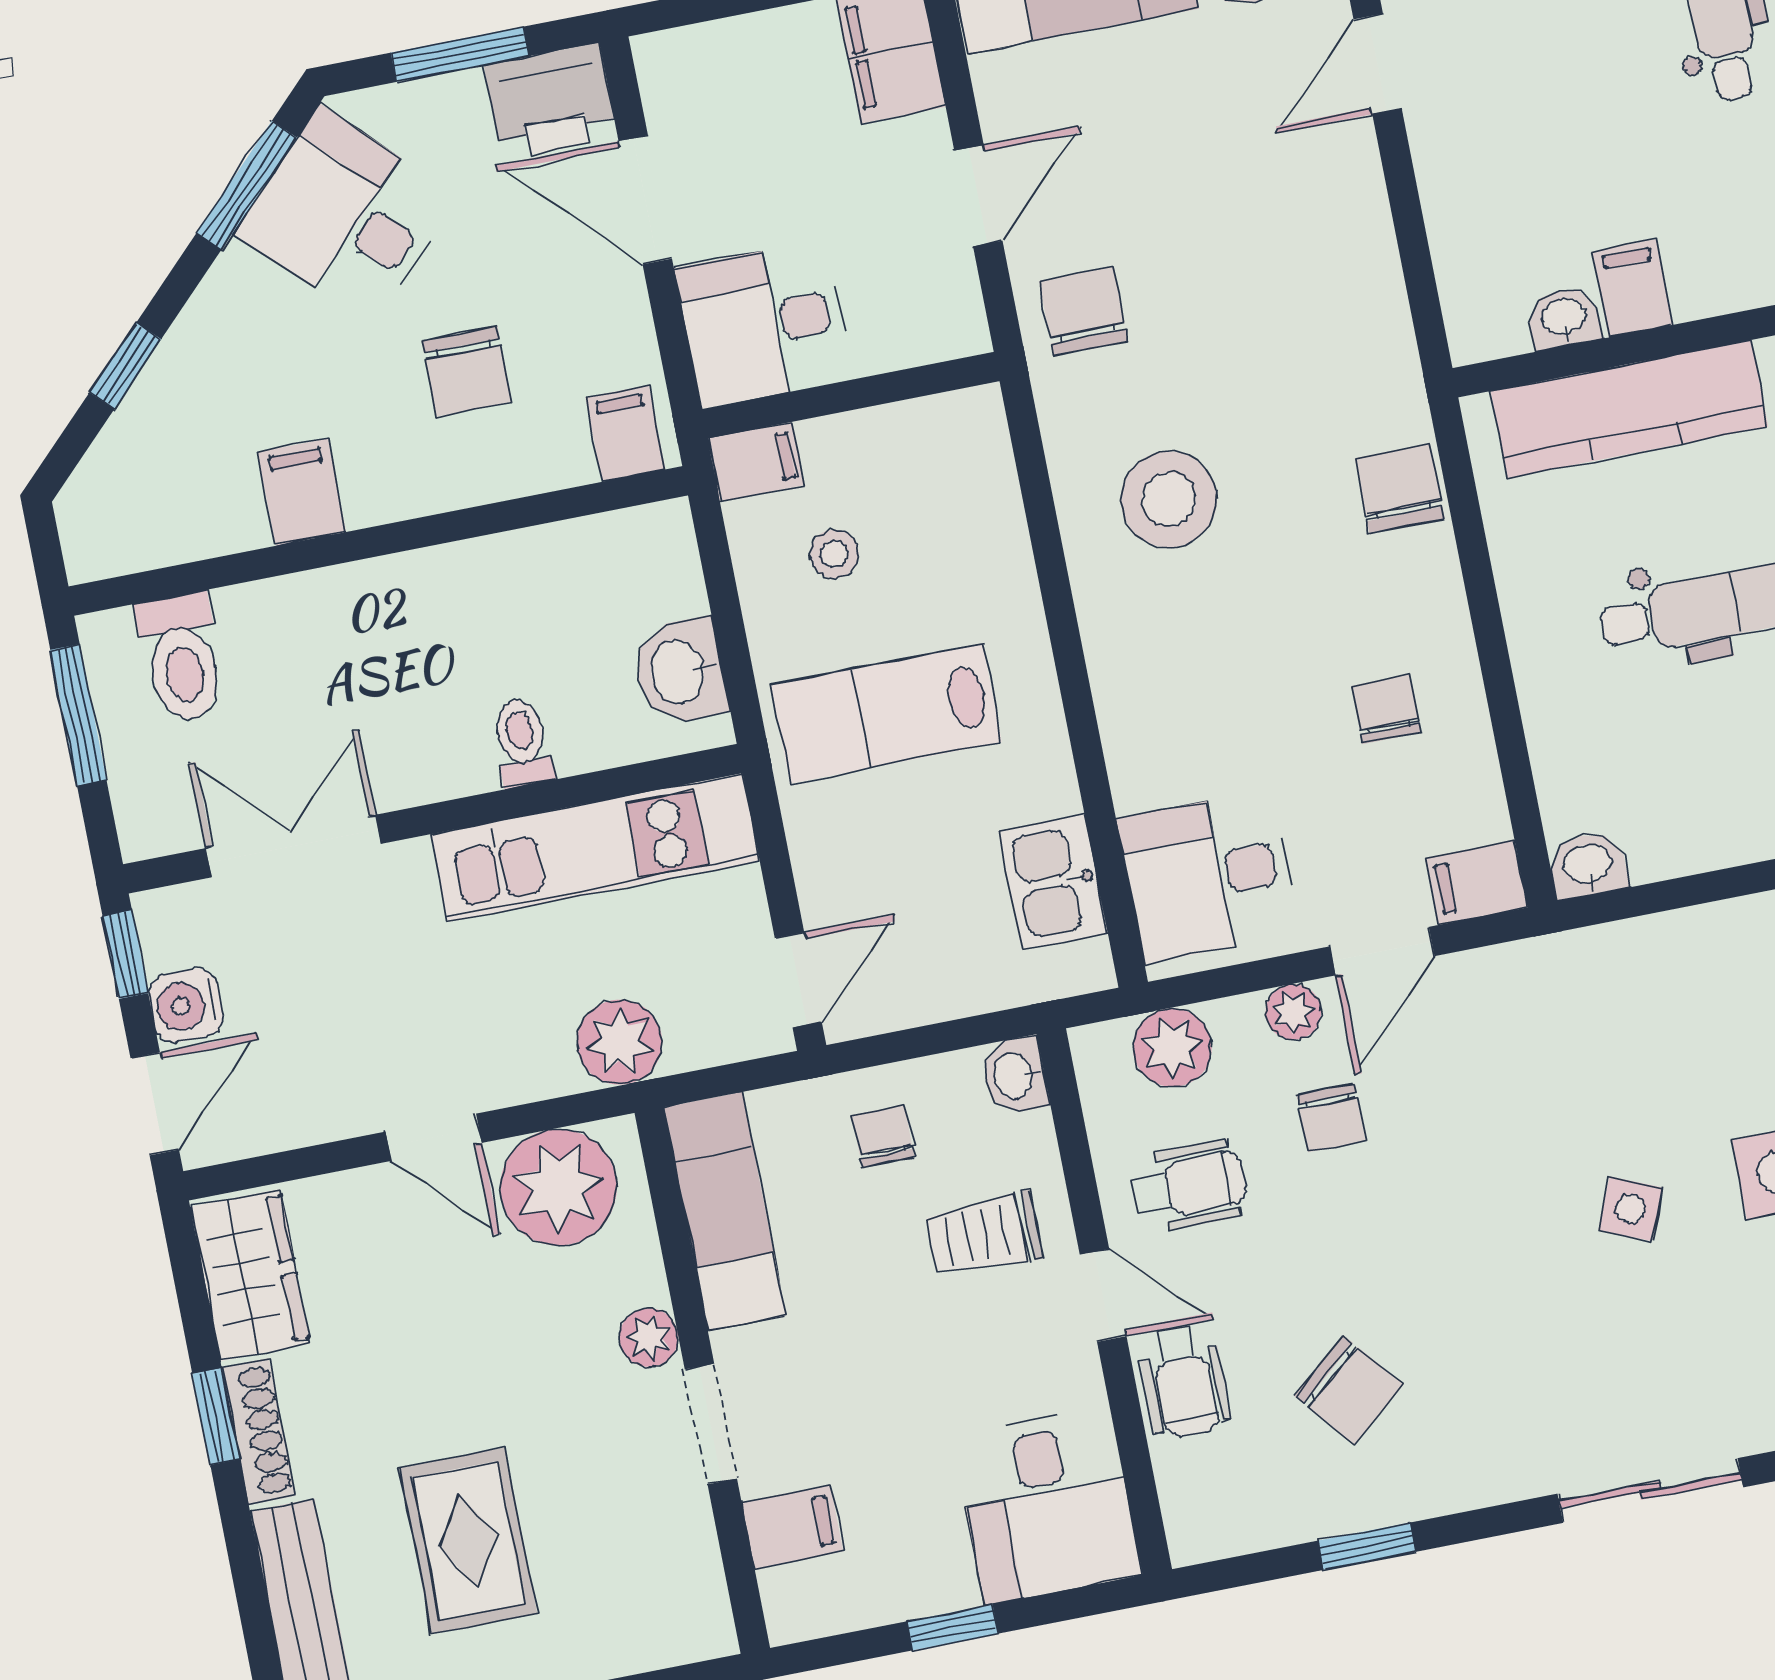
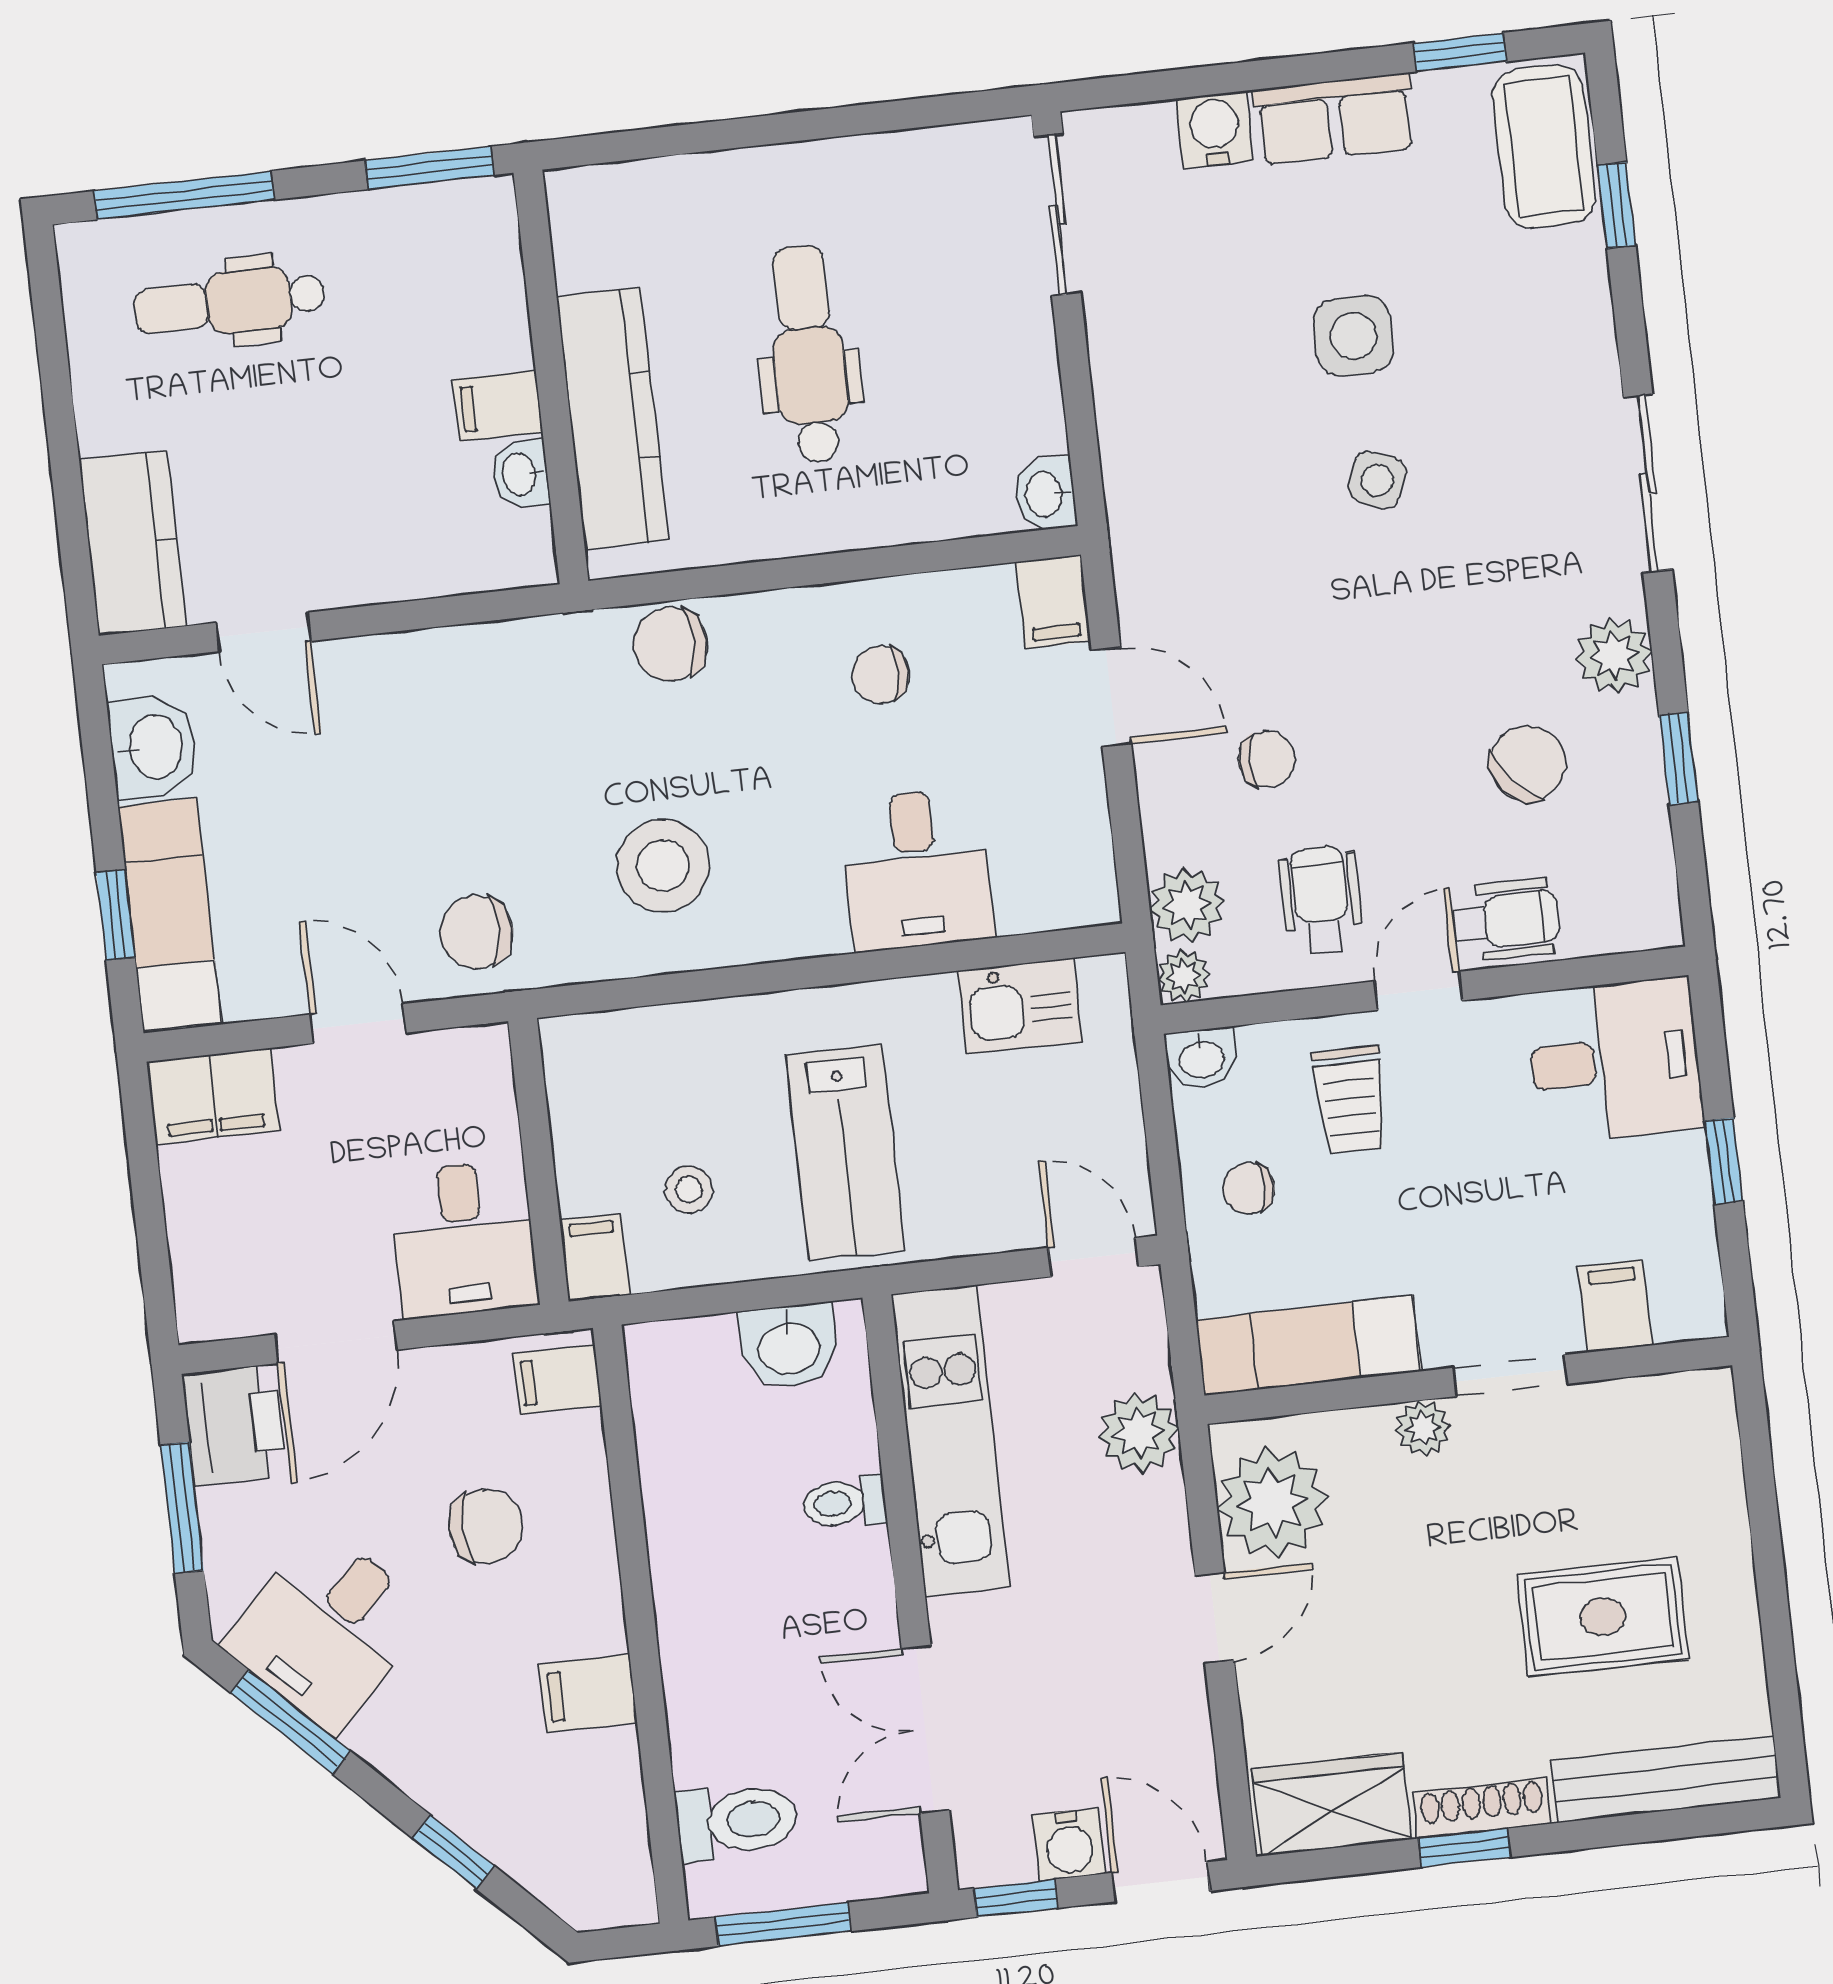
desk: (1208, 876) -> (917, 870), moved
plant: (1293, 1012) -> (1184, 976), moved
plant: (1468, 1470) -> (1614, 656), added

